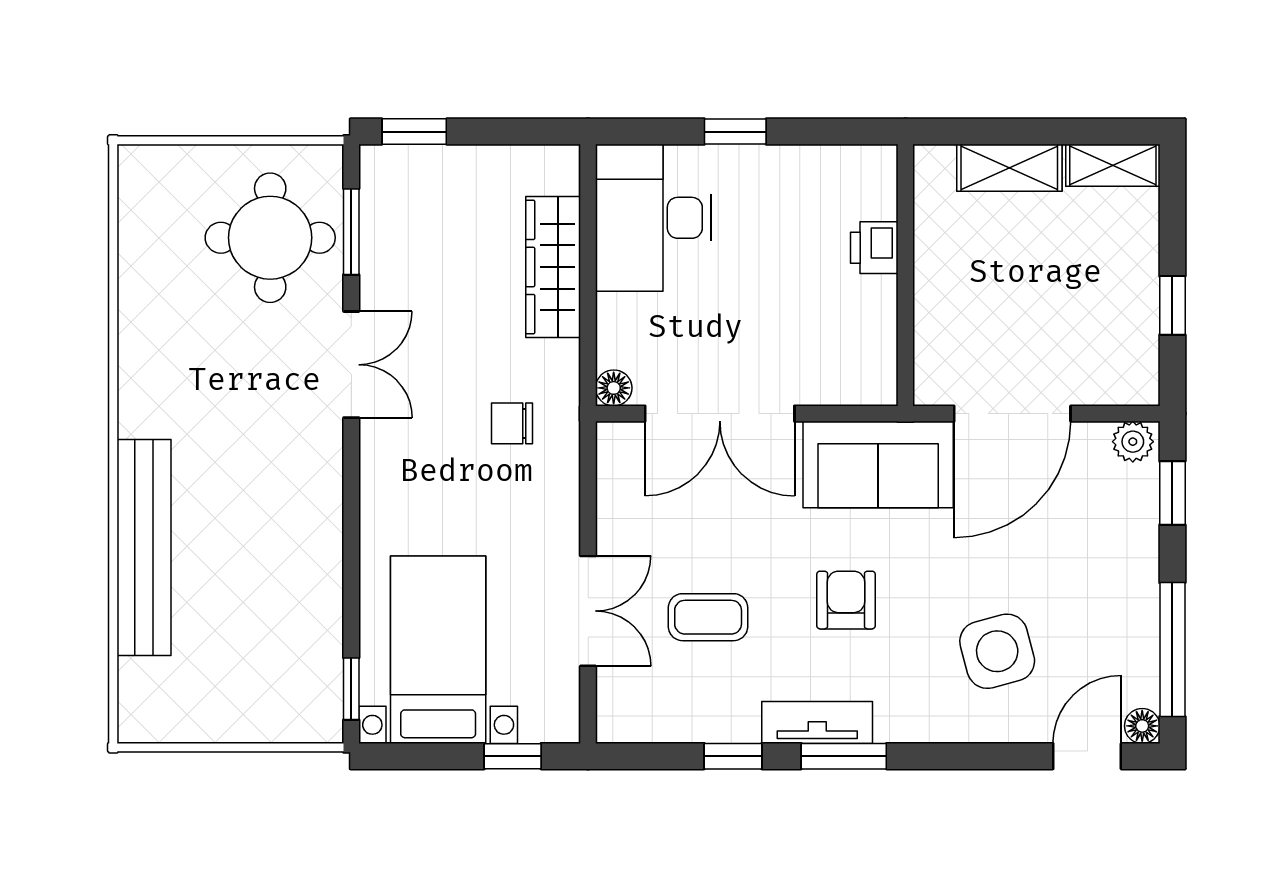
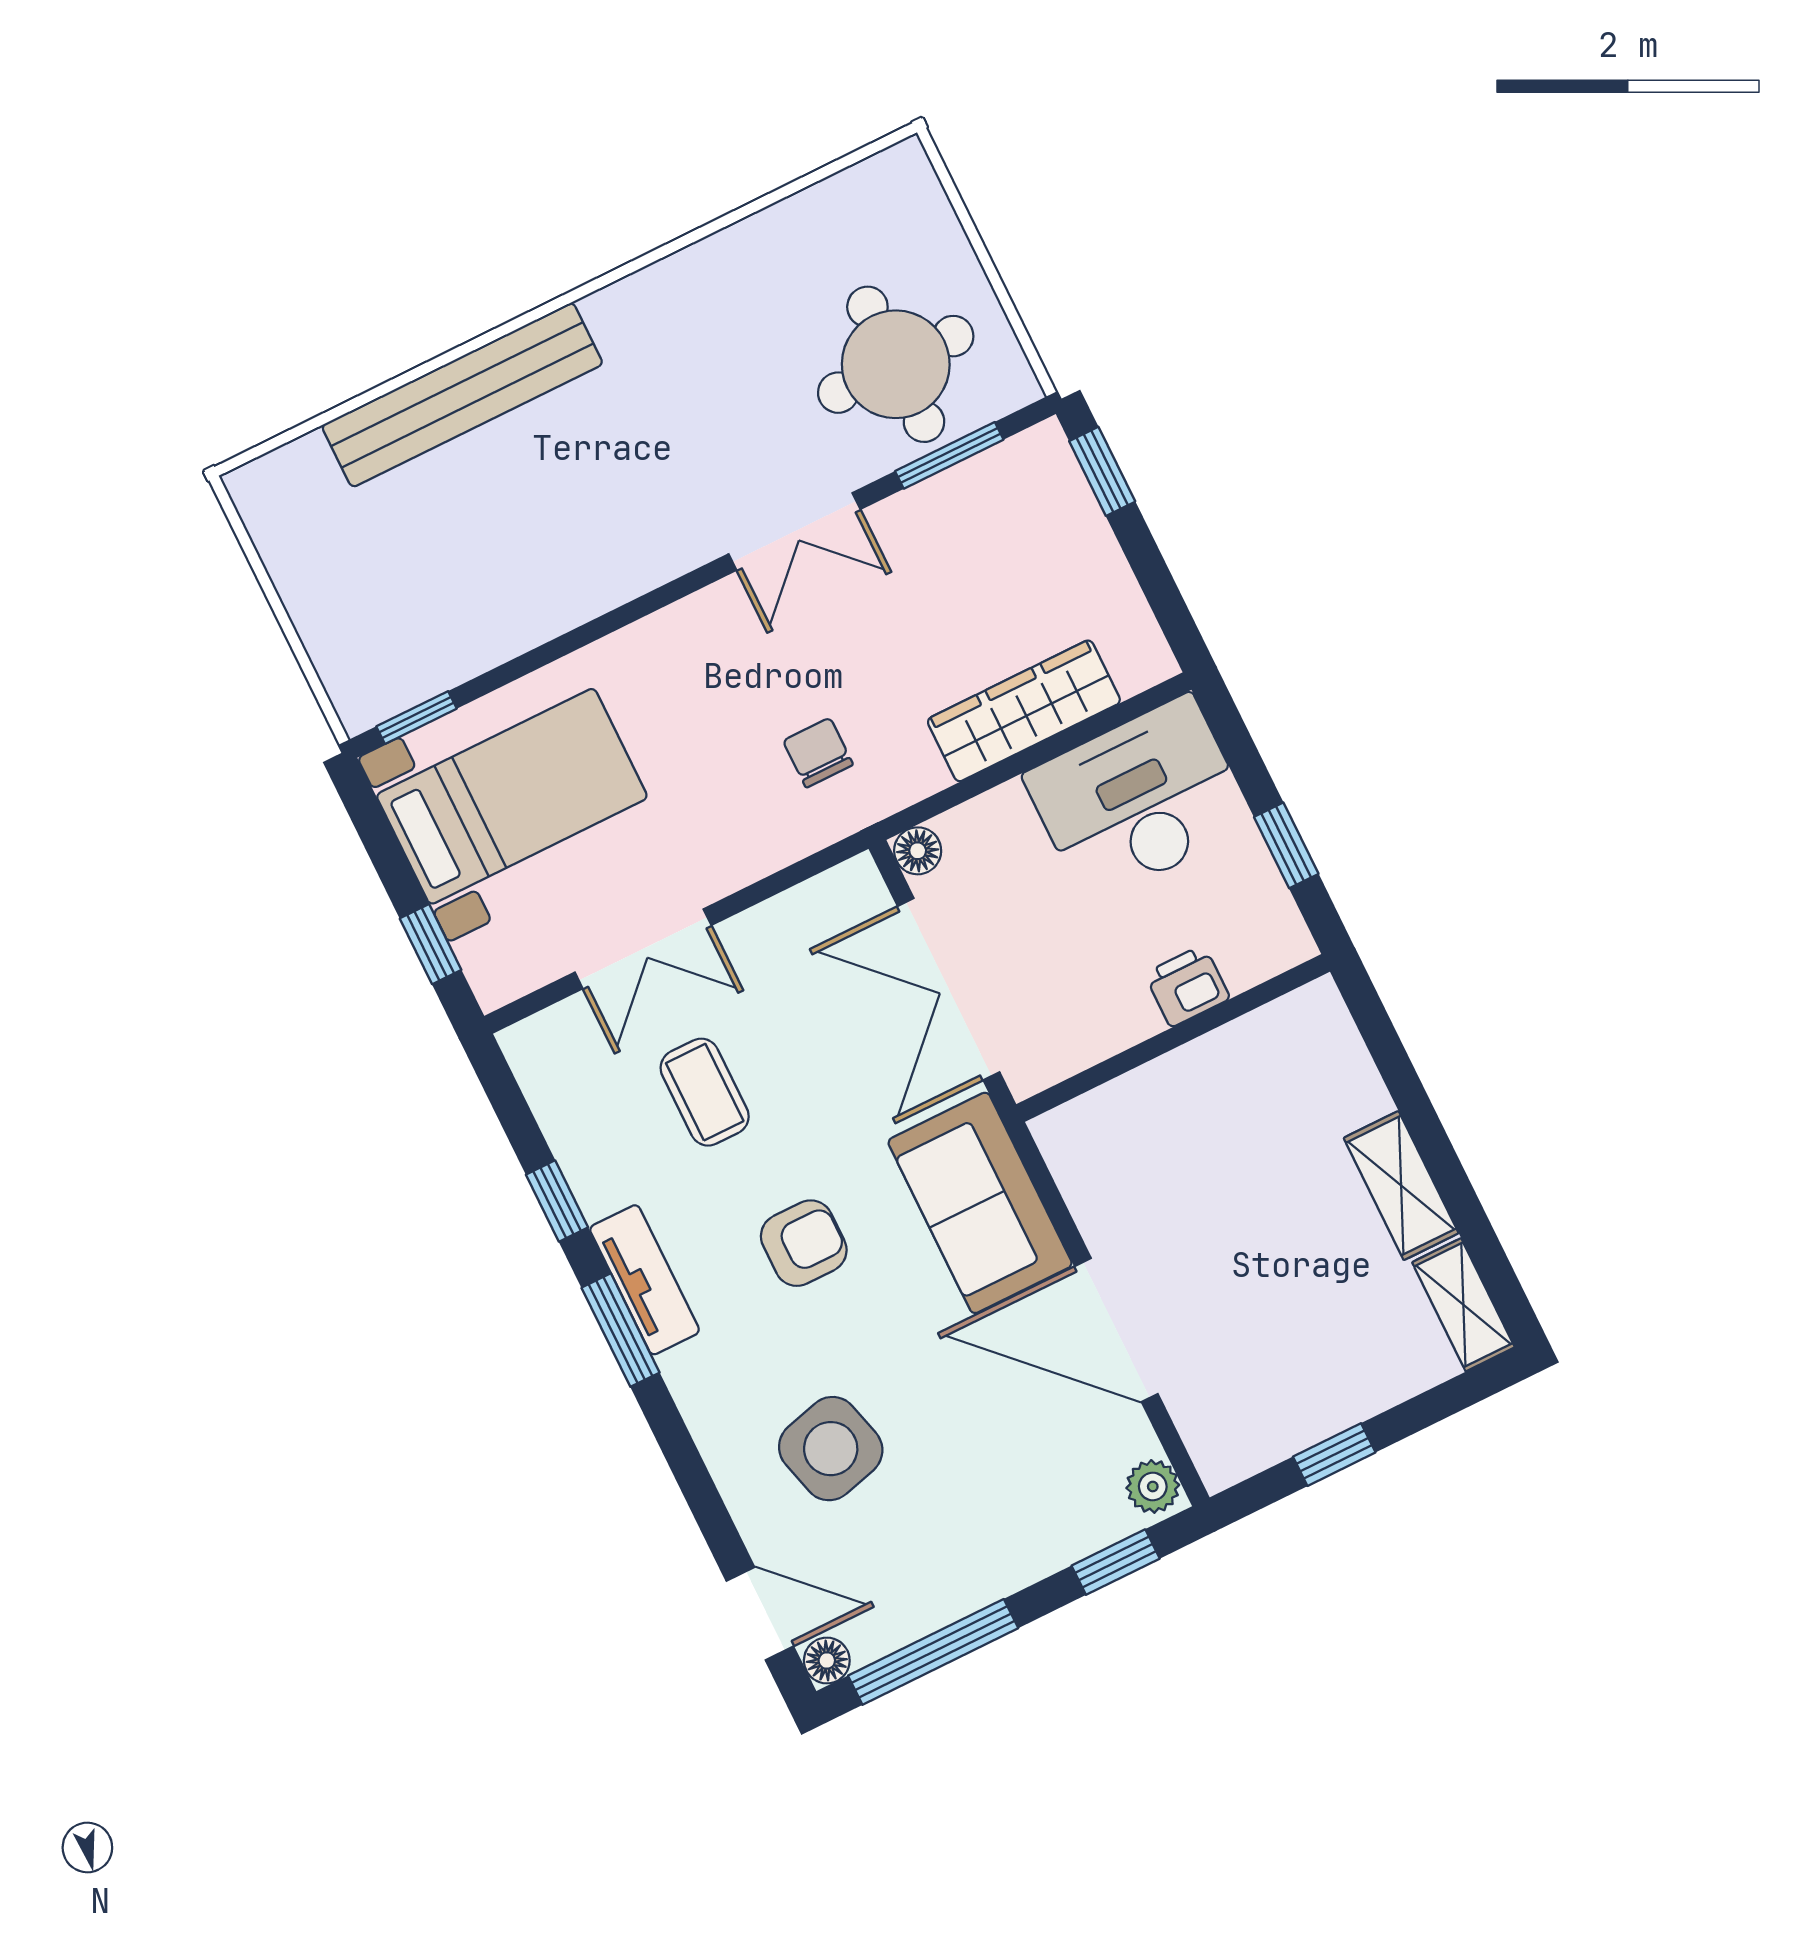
printer: (874, 248) -> (1187, 986), moved
wall: (905, 275) -> (1173, 1038), moved

